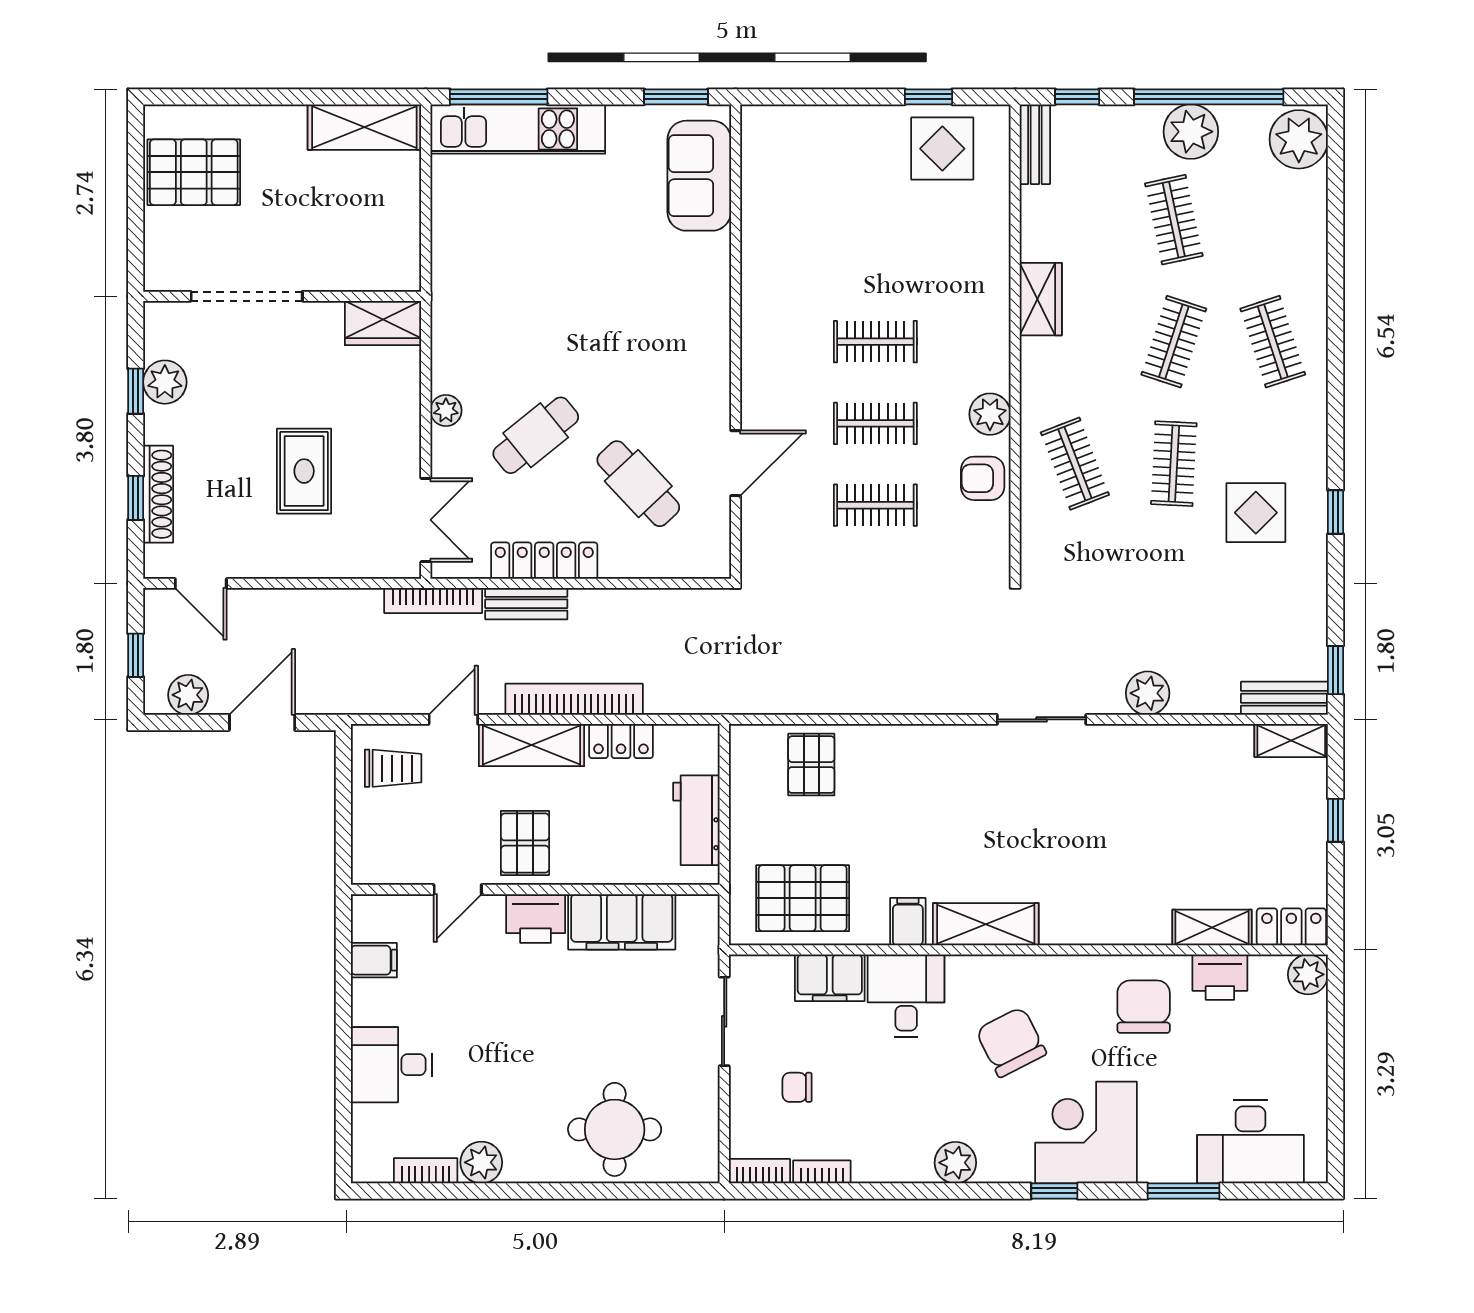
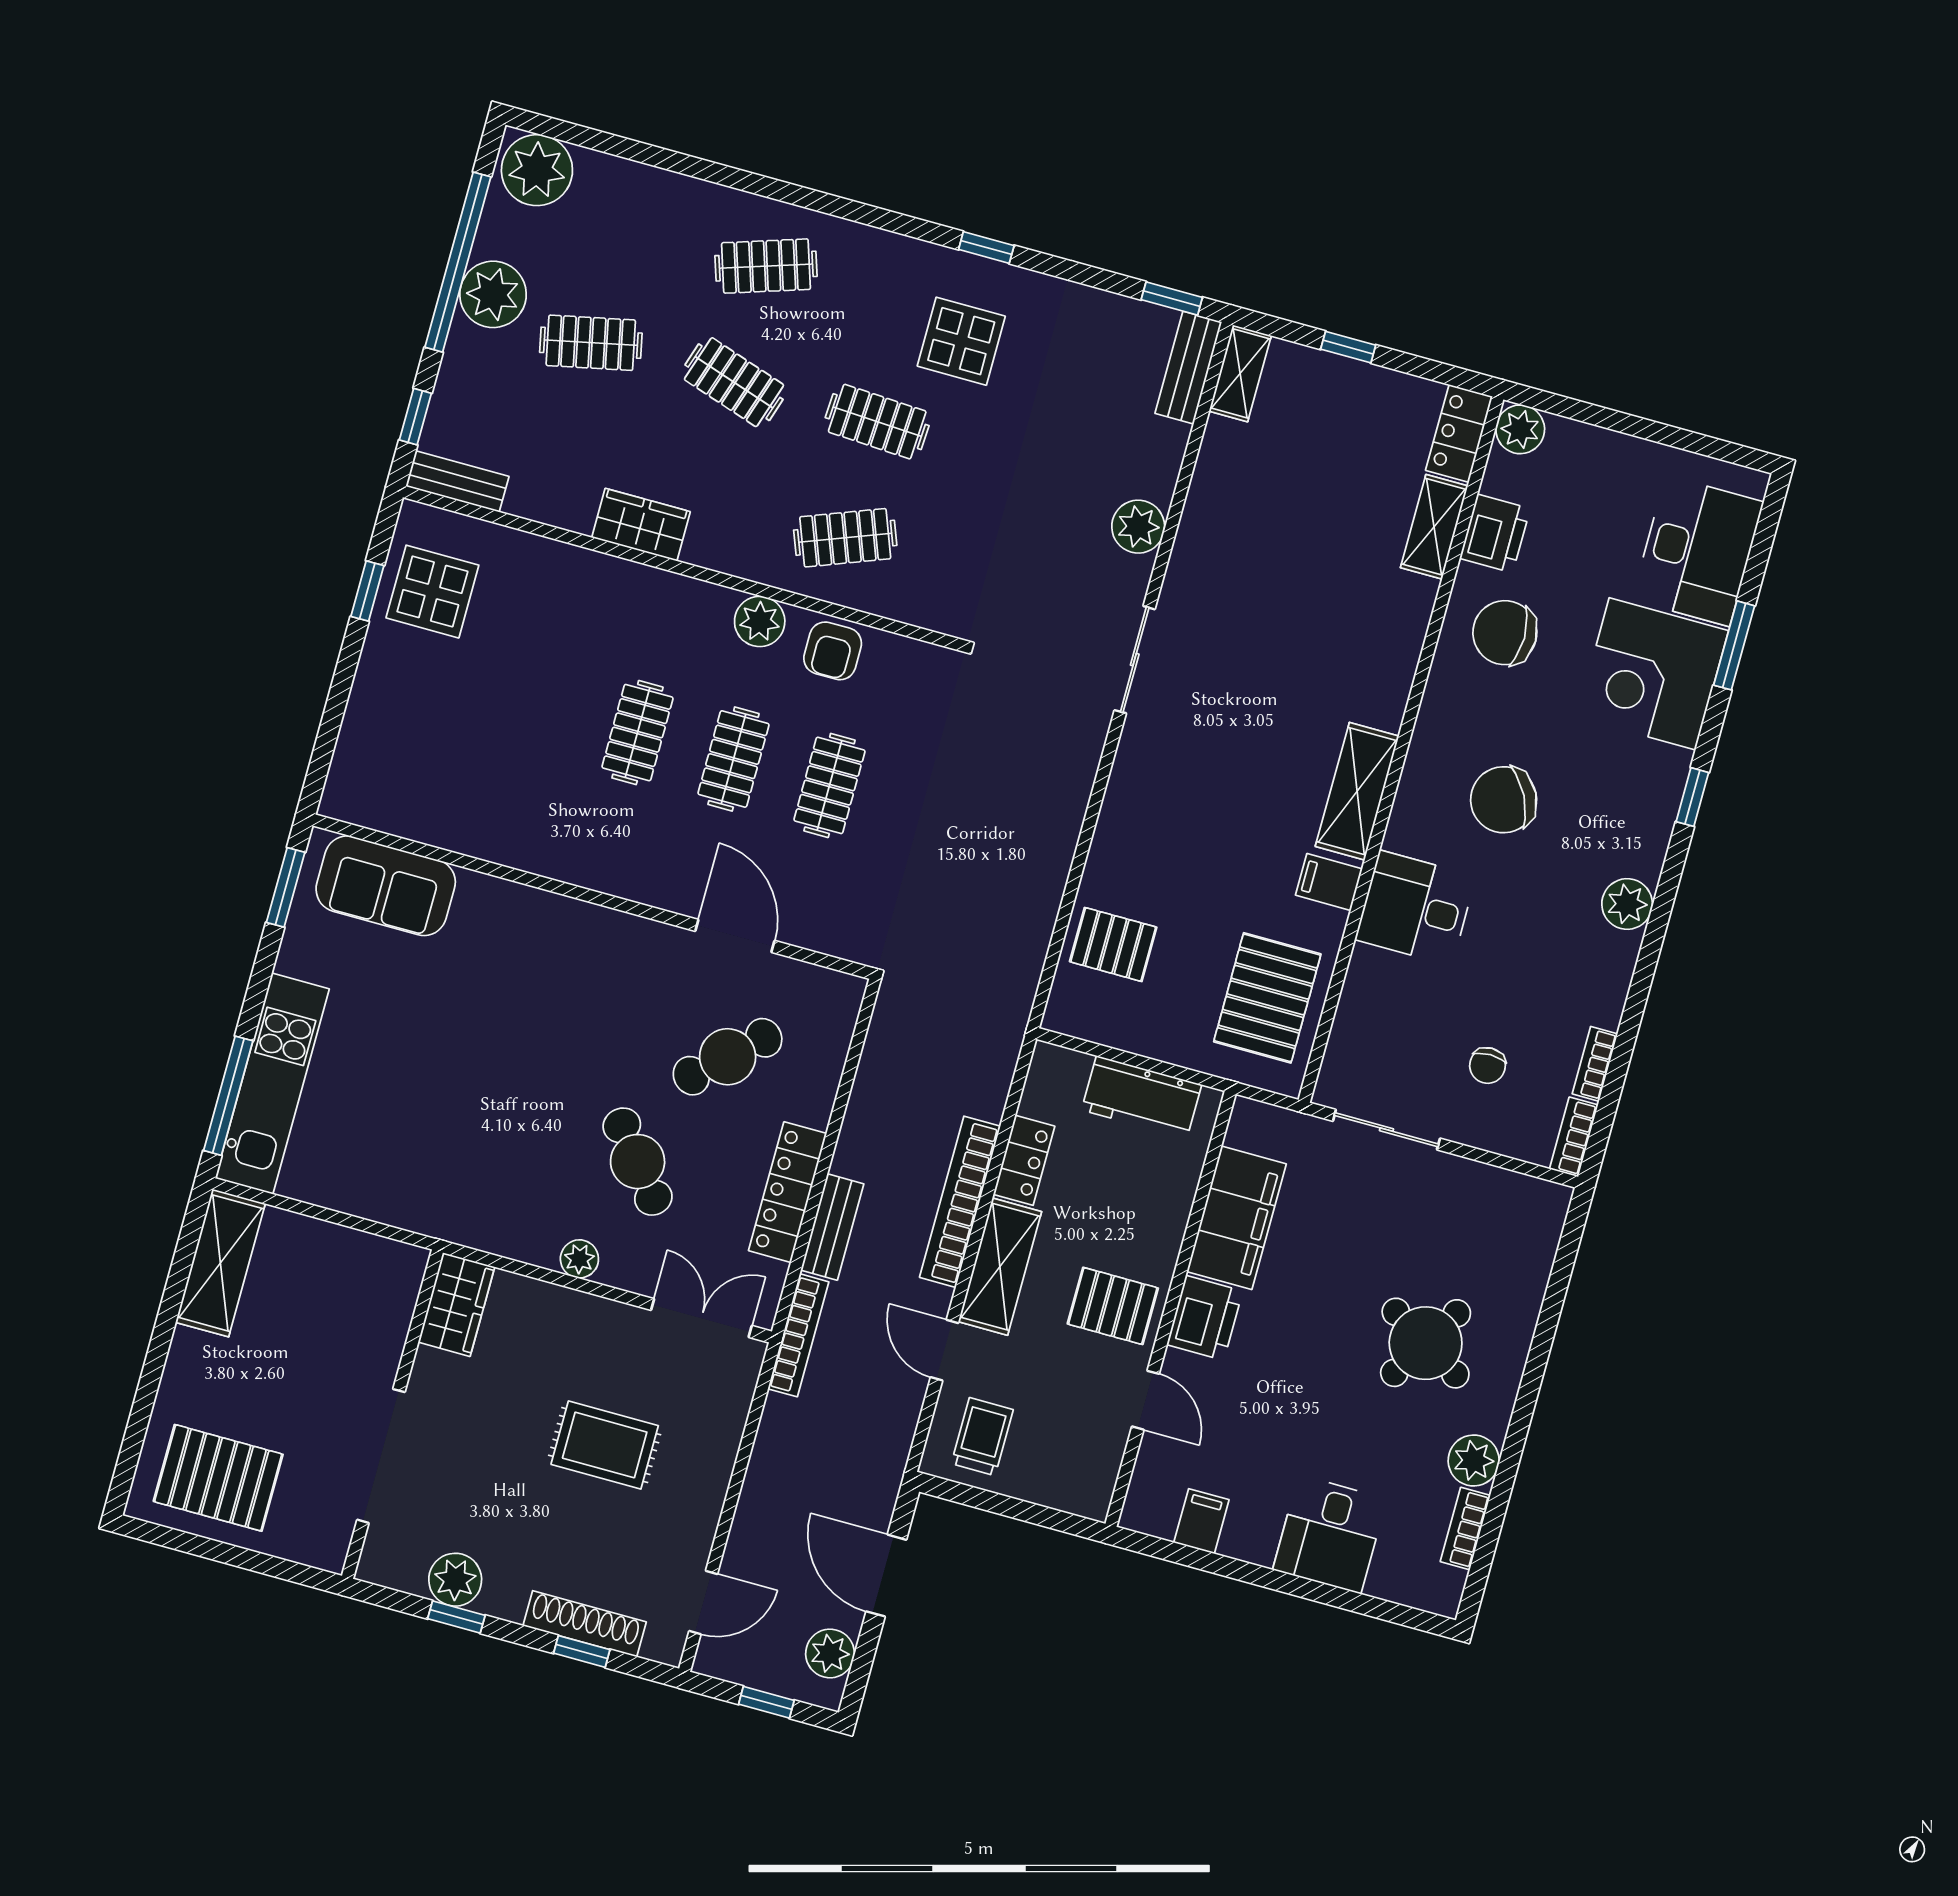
pallet: (194, 172) -> (218, 1478), turned 90
filing cabinet: (830, 978) -> (1369, 992), removed
round table: (615, 1129) -> (1426, 1343), moved, turned 31
corner desk: (1086, 1133) -> (1652, 674), moved

